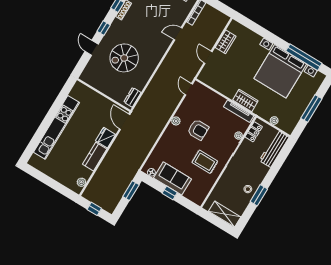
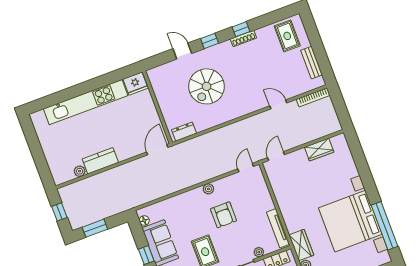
door: (92, 48) -> (182, 51), hinge flipped
door: (208, 57) -> (276, 156), moved
spiral stairs: (124, 58) -> (206, 86), turned -90
wardrobe: (245, 100) -> (301, 245), moved
fridge: (106, 138) -> (136, 84), moved, turned 180
plant: (81, 182) -> (80, 171), moved
window: (131, 191) -> (95, 228), moved

